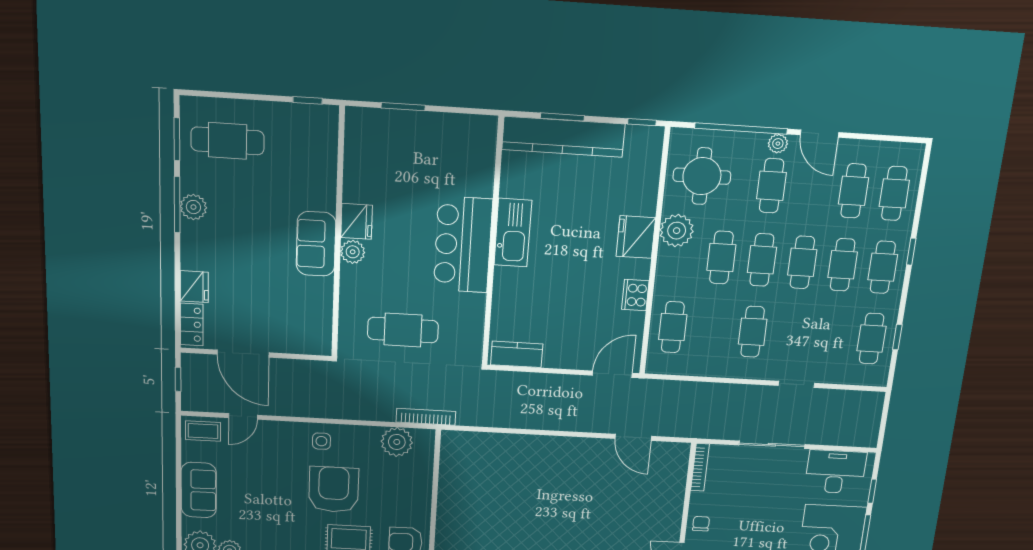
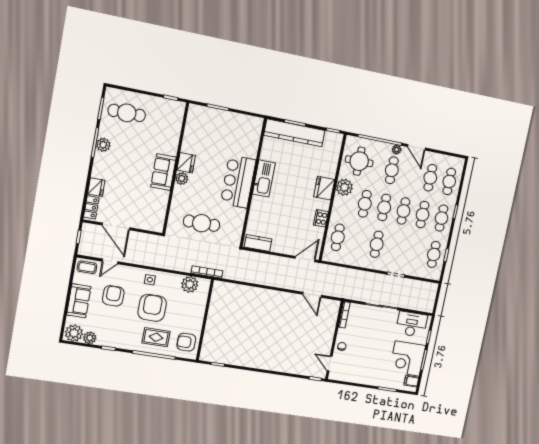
armchair: (259, 476) -> (113, 296), added

